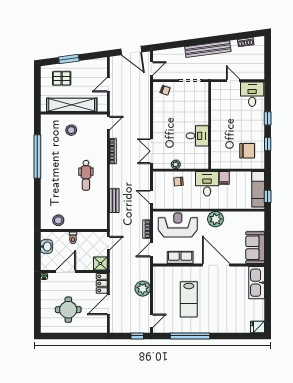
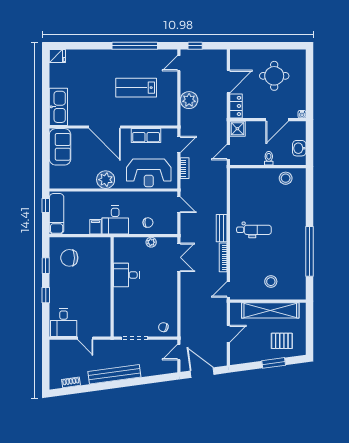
dental chair: (86, 175) -> (254, 230), turned 90
bench: (114, 201) -> (222, 228), moved
lab bench: (189, 299) -> (136, 88), turned -90

